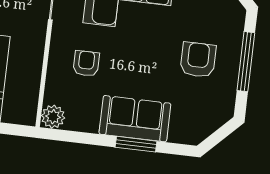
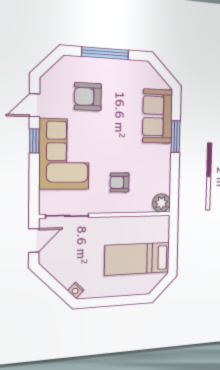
armchair: (198, 60) -> (88, 97), moved
sofa: (135, 119) -> (158, 116), moved

